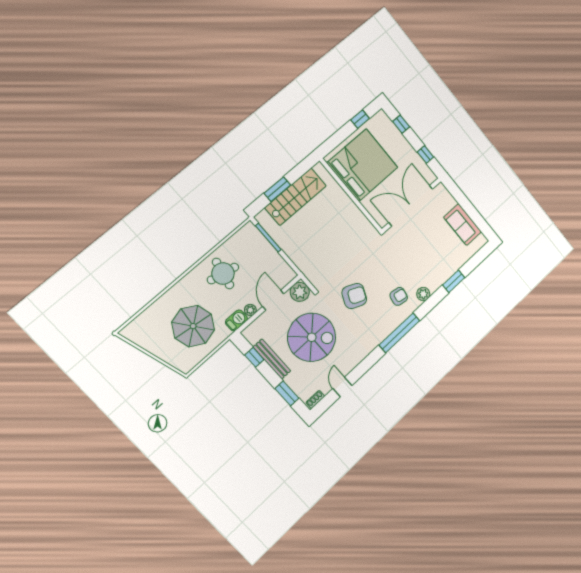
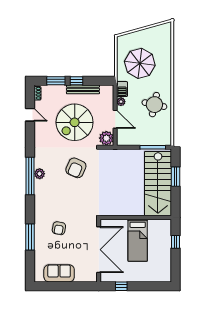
window: (360, 119) -> (176, 242), moved
window: (401, 124) -> (152, 286), removed
bed: (362, 165) -> (138, 240), width x0.49
stairs: (296, 197) -> (158, 184), width x1.36, depth x1.51
window: (454, 281) -> (30, 237), width x1.44
plant: (423, 294) -> (40, 174), moved
armchair: (399, 296) -> (59, 228), moved
window: (254, 357) -> (76, 81), moved

